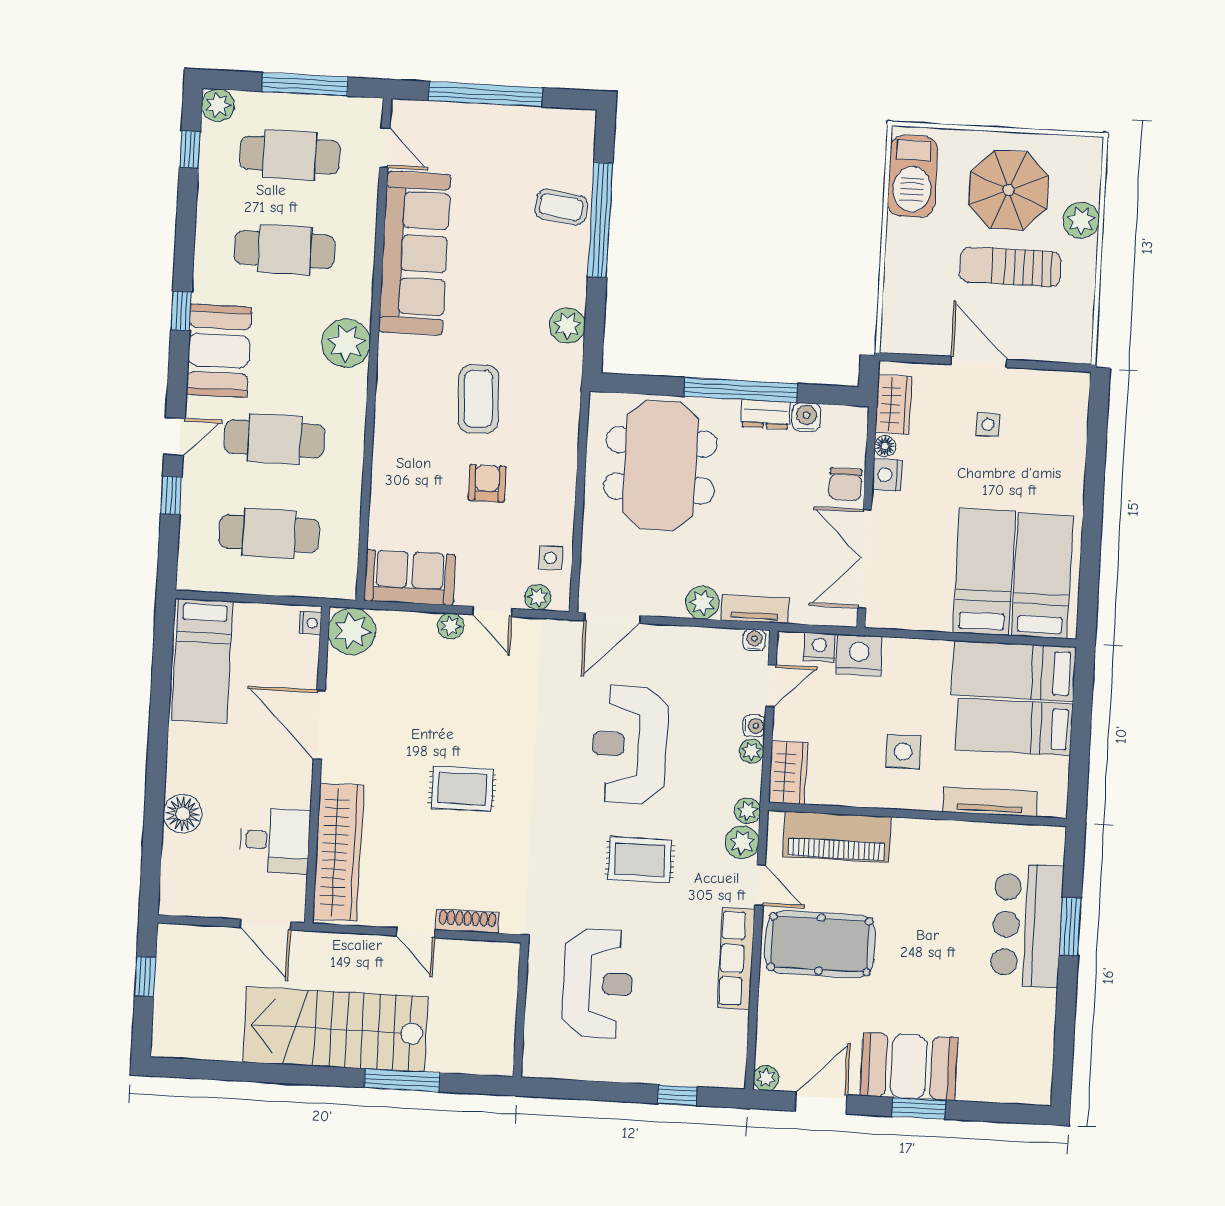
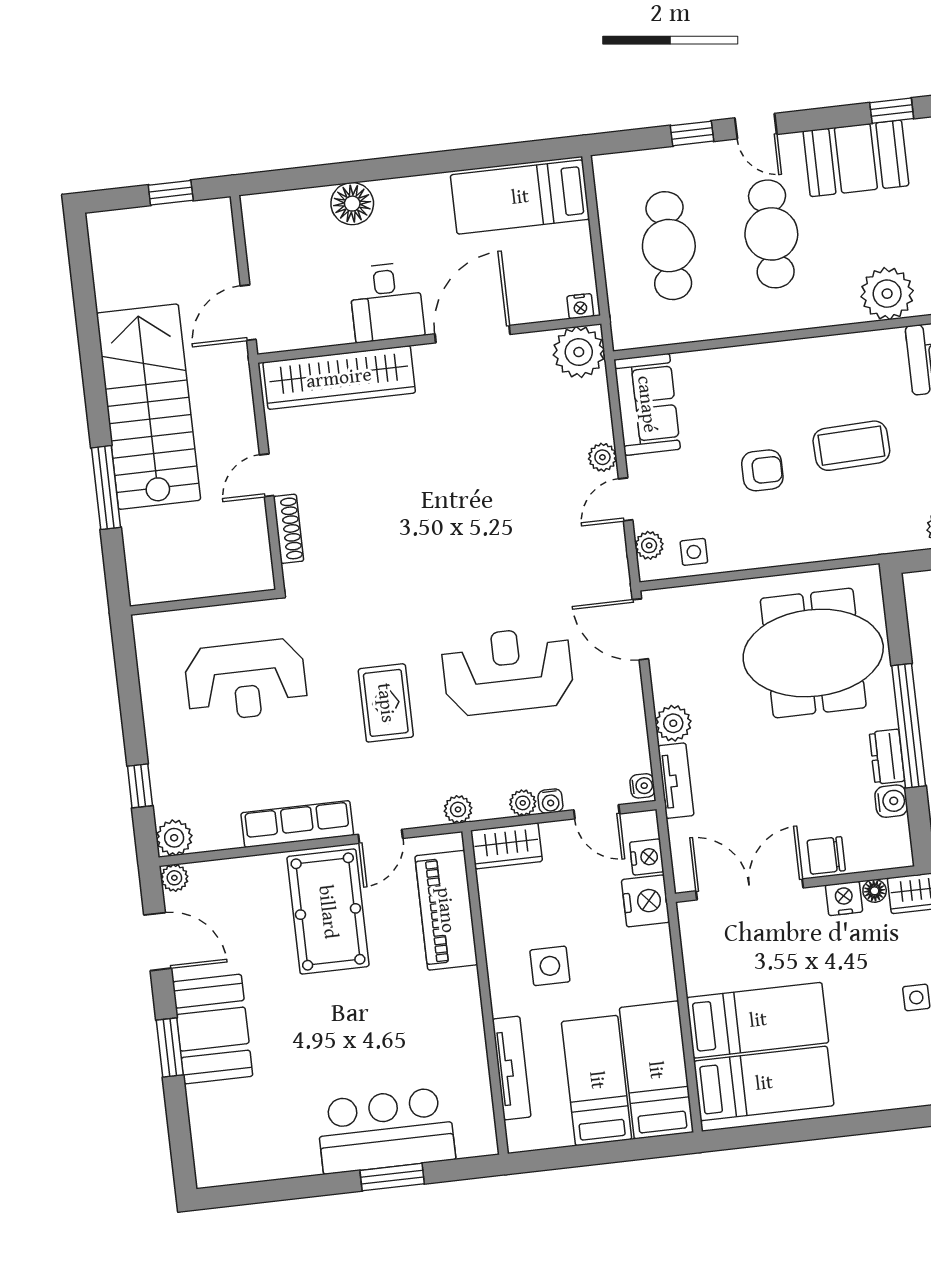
rug: (462, 789) -> (430, 499), removed
desk: (275, 841) -> (386, 302), moved
plant: (742, 842) -> (174, 838), moved

